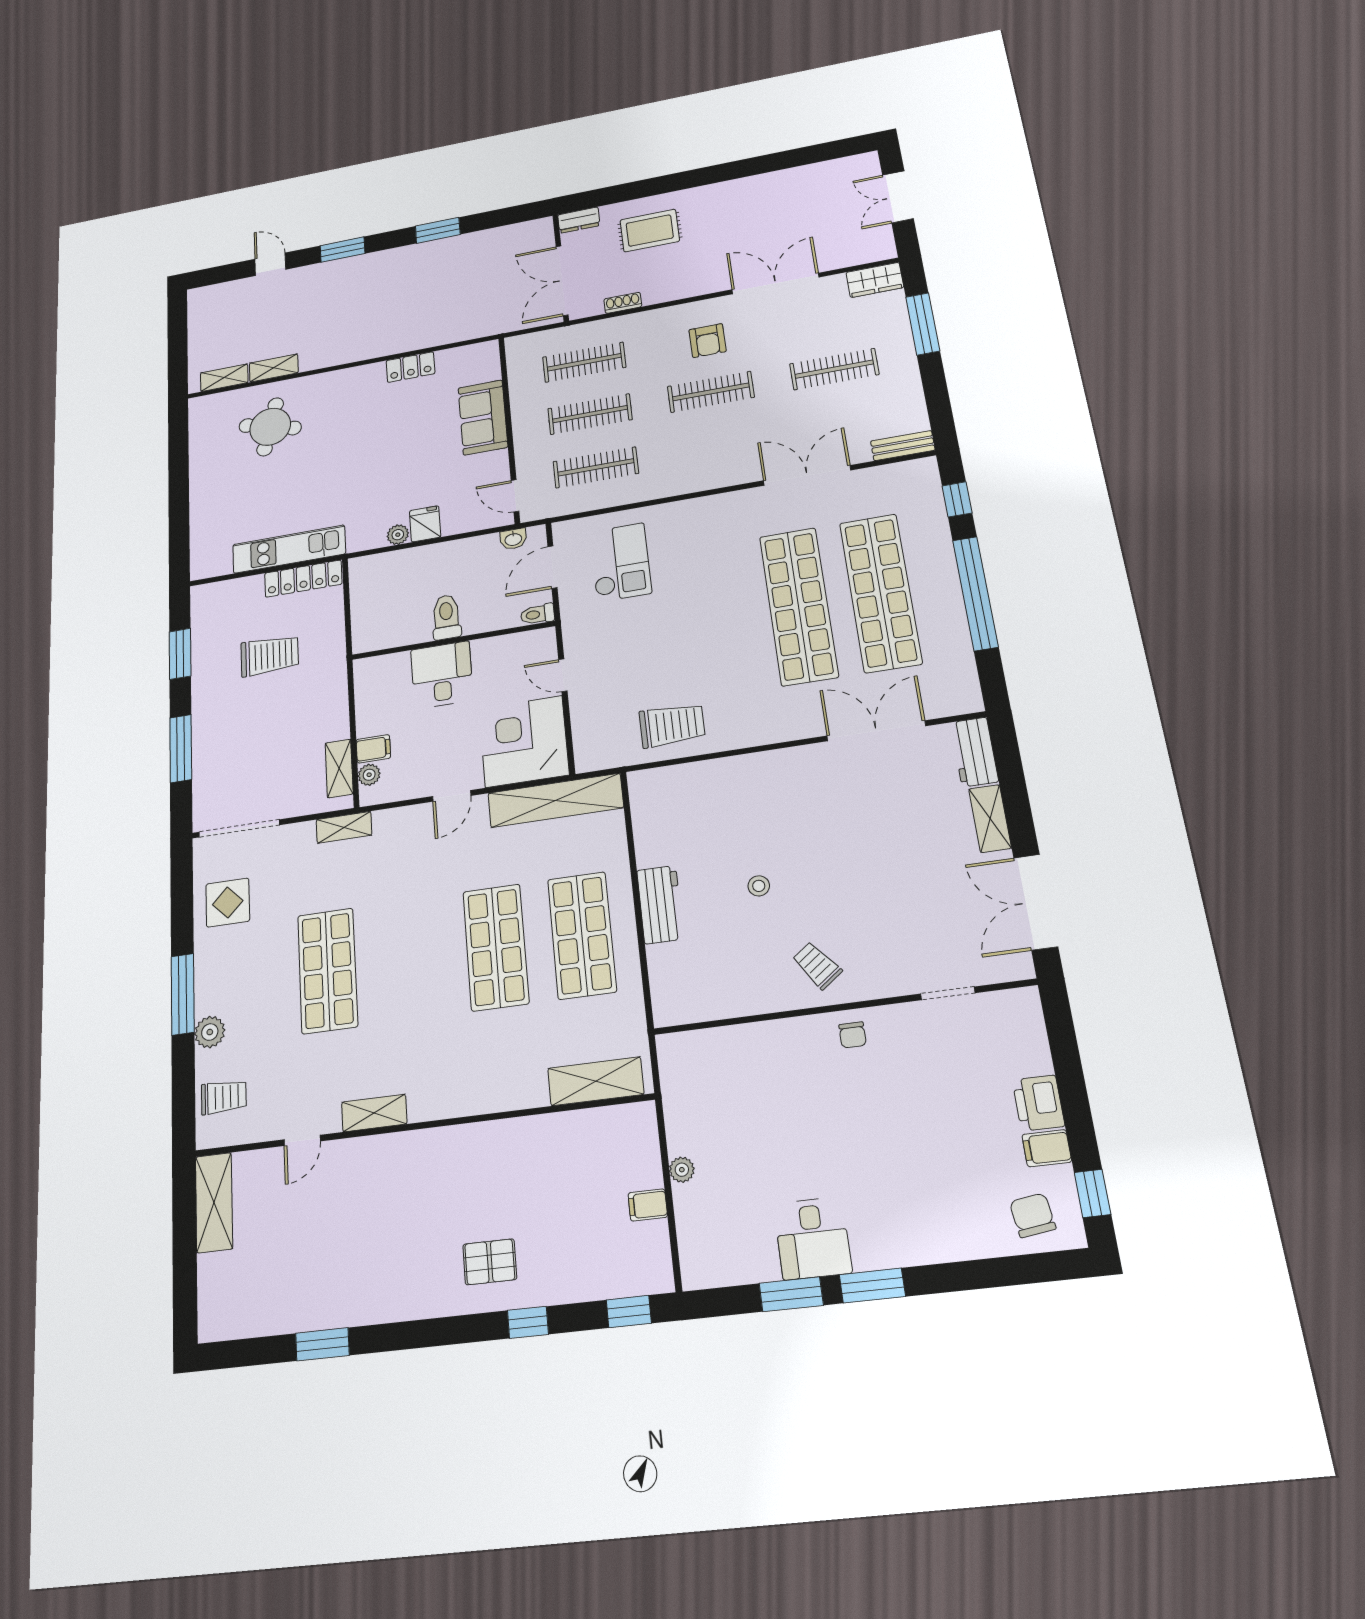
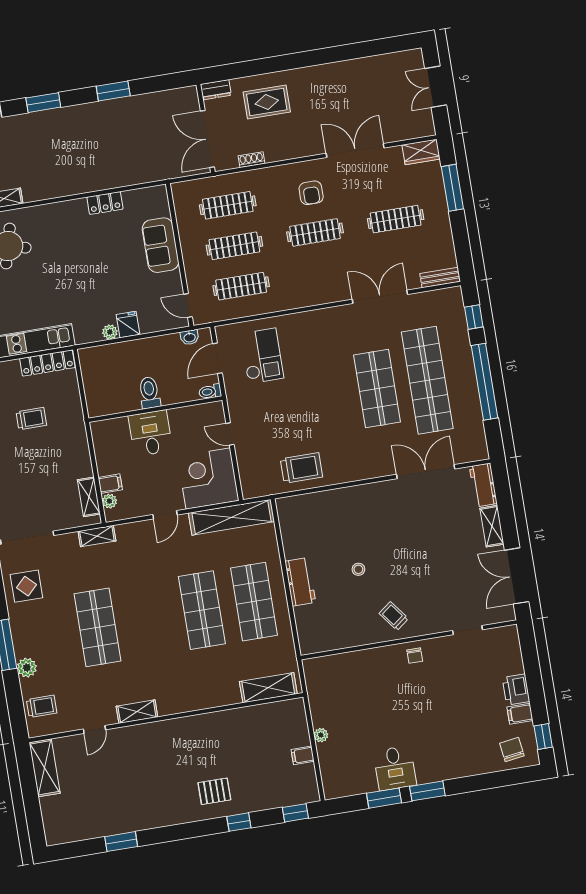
shop shelf: (799, 606) -> (377, 389), width x0.71
trolley: (270, 656) -> (31, 418), width x0.73, depth x0.72

